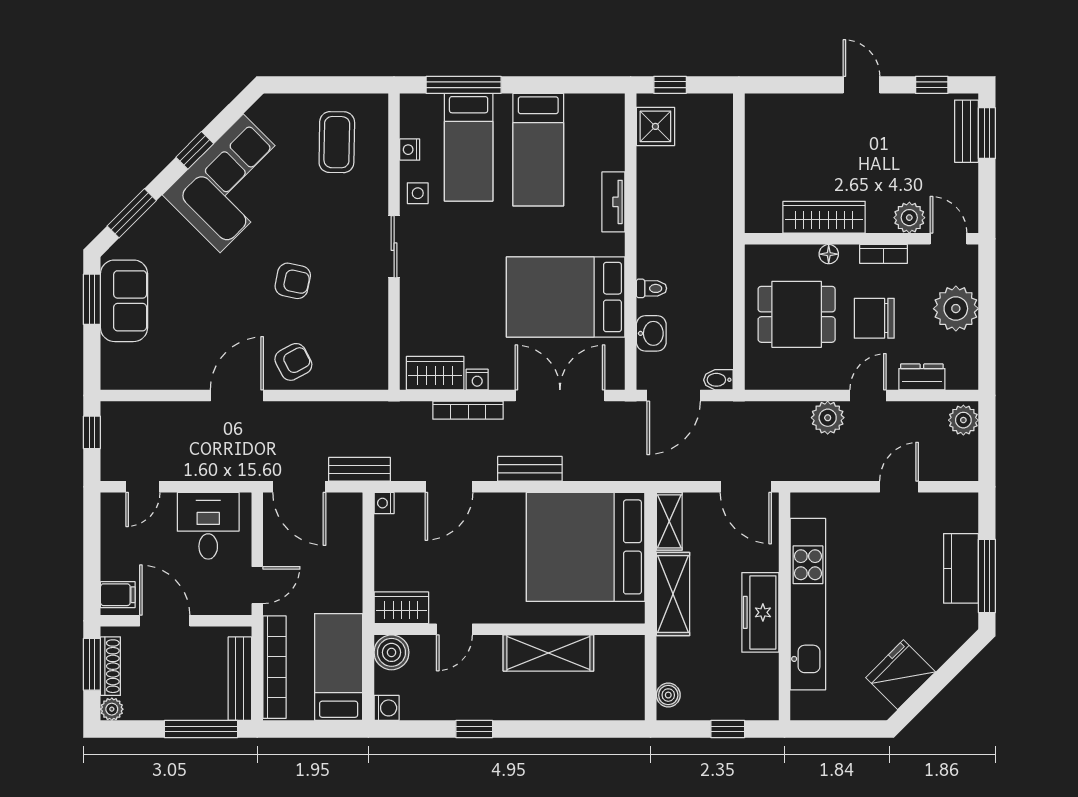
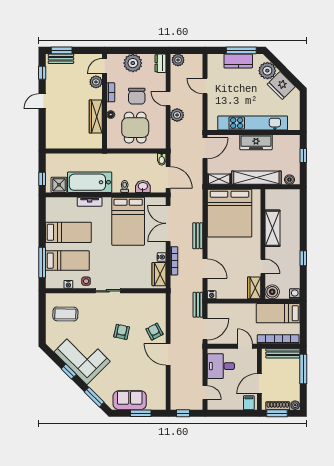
bathtub: (662, 202) -> (90, 182), added
window: (92, 299) -> (141, 413), moved
dresser: (922, 377) -> (161, 63), moved
shelving: (673, 594) -> (256, 178), width x1.47
plant: (937, 640) -> (267, 71), added

